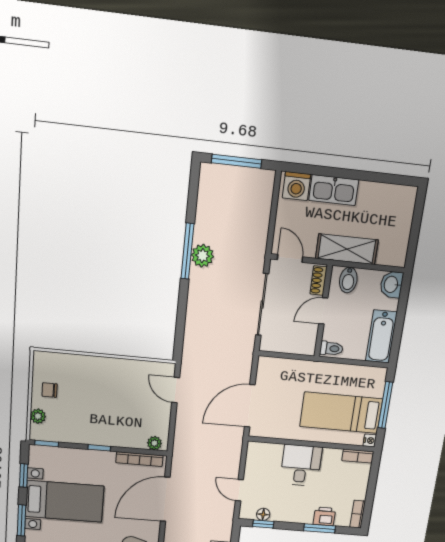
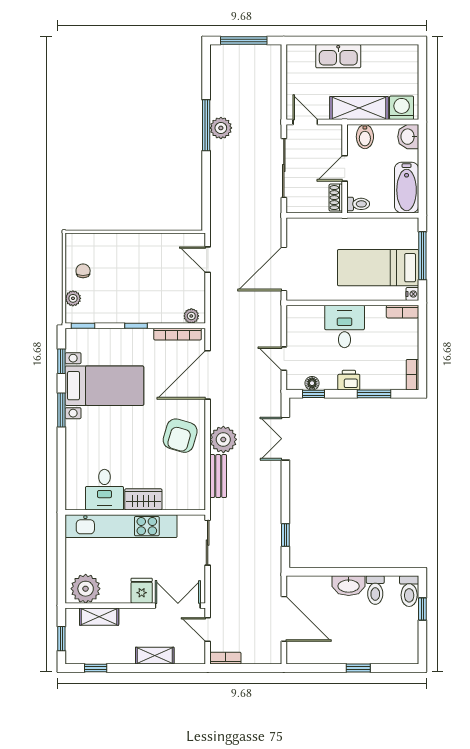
washing machine: (296, 186) -> (402, 108), moved, turned 180
shoe rack: (319, 280) -> (336, 198), moved
chair: (50, 390) -> (83, 271), turned 90
printer: (324, 516) -> (349, 380), moved

